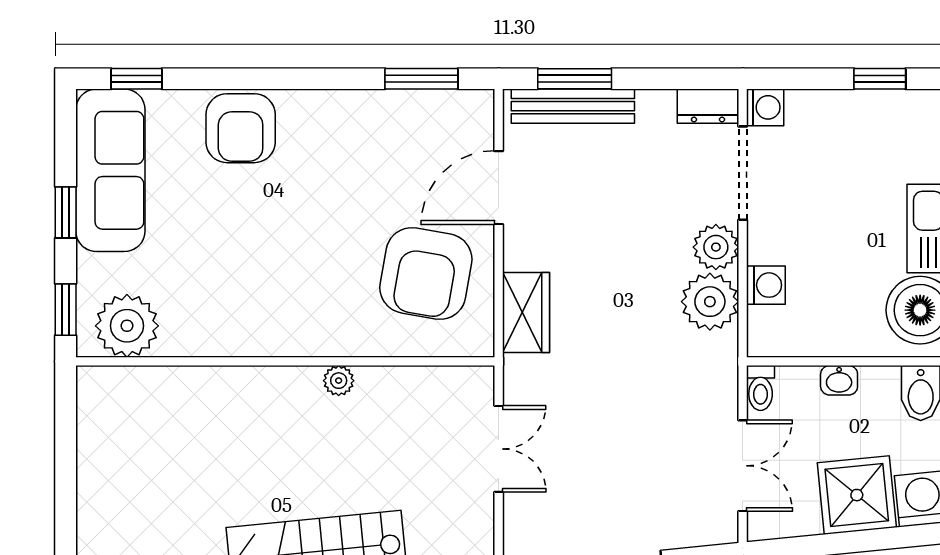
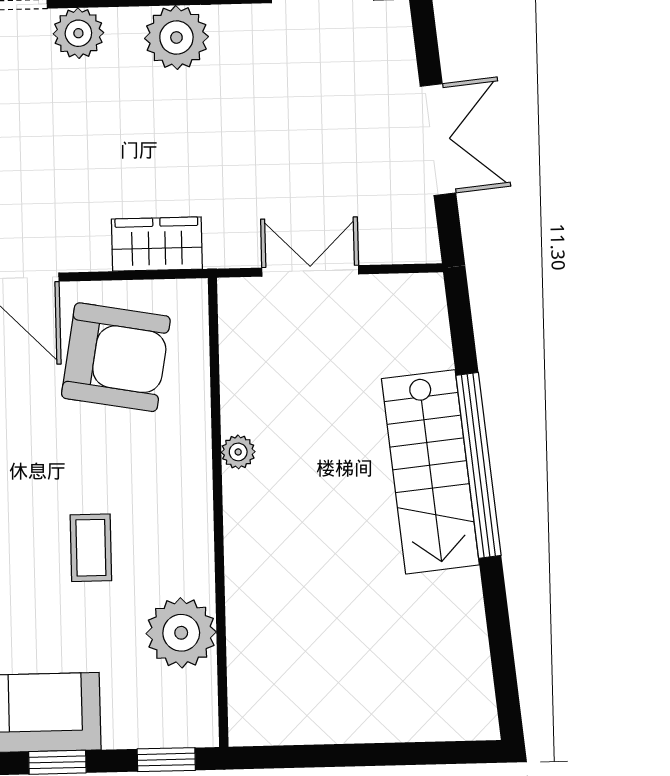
coffee table: (256, 247) -> (91, 548), added
plant: (710, 302) -> (176, 37), moved
plant: (127, 326) -> (181, 633), moved

